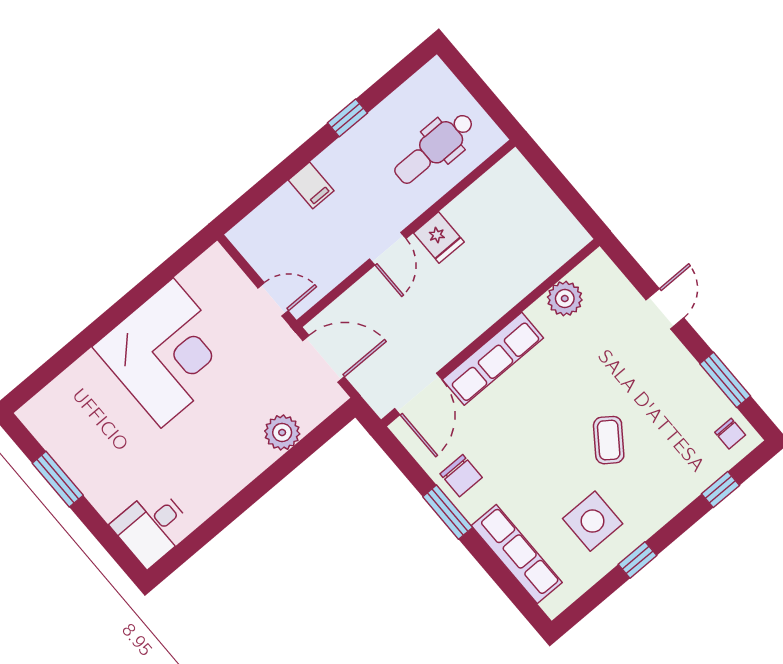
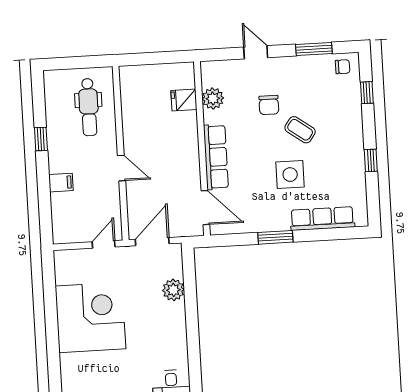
fridge: (439, 237) -> (184, 100), moved, turned 180
chair: (461, 476) -> (269, 105), moved, turned 90
side table: (593, 521) -> (290, 175), moved

